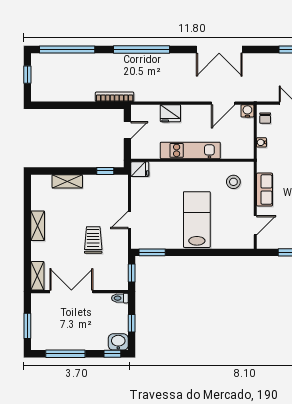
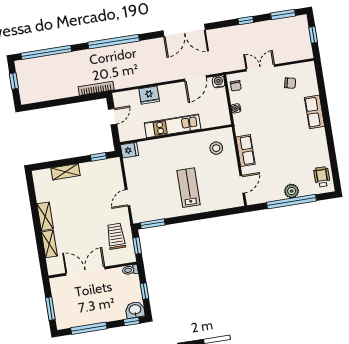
lab bench: (197, 220) -> (189, 188), width x0.73, depth x0.72
trolley: (93, 240) -> (116, 236), moved
shelving: (37, 276) -> (49, 244), moved

